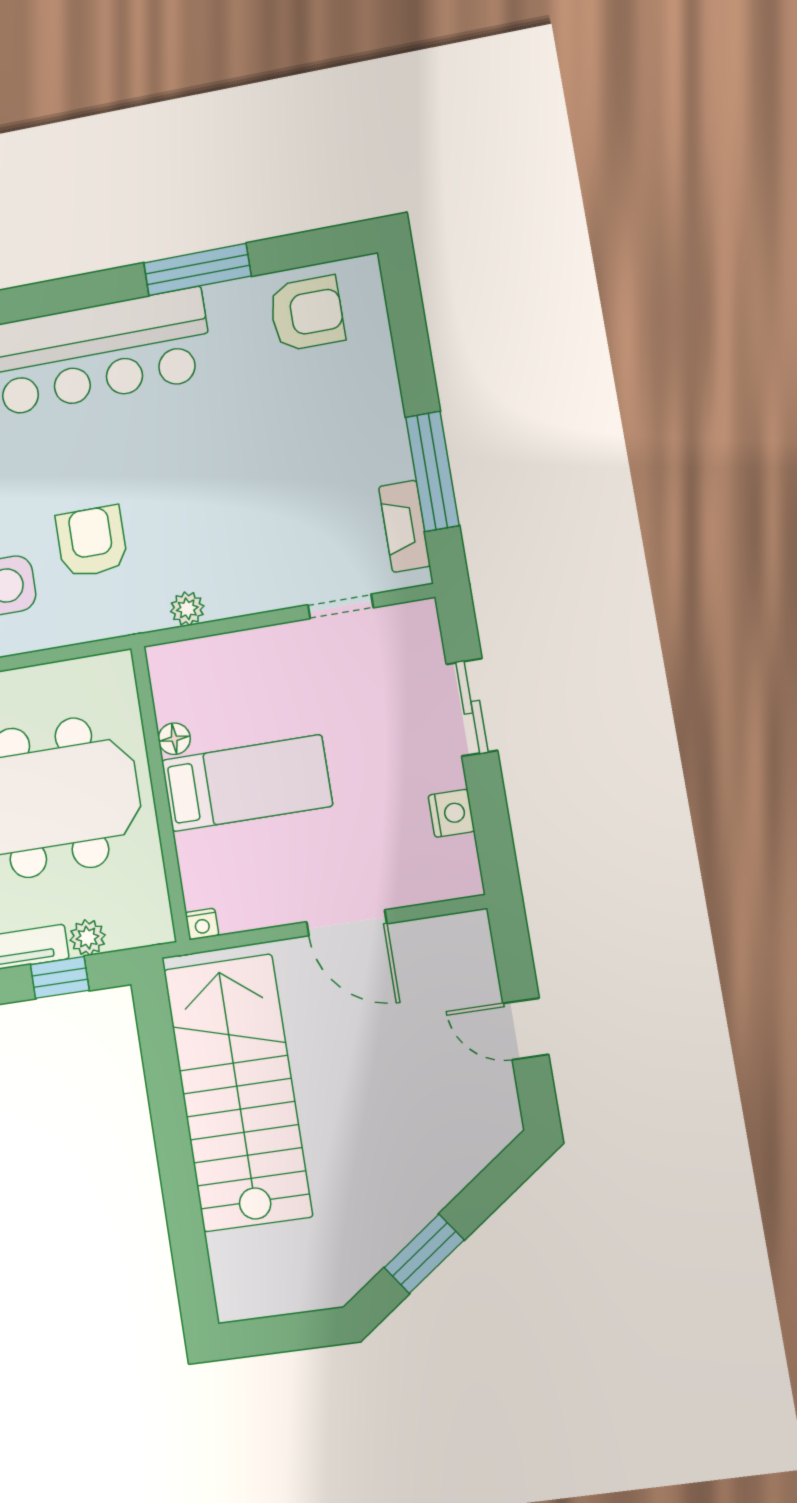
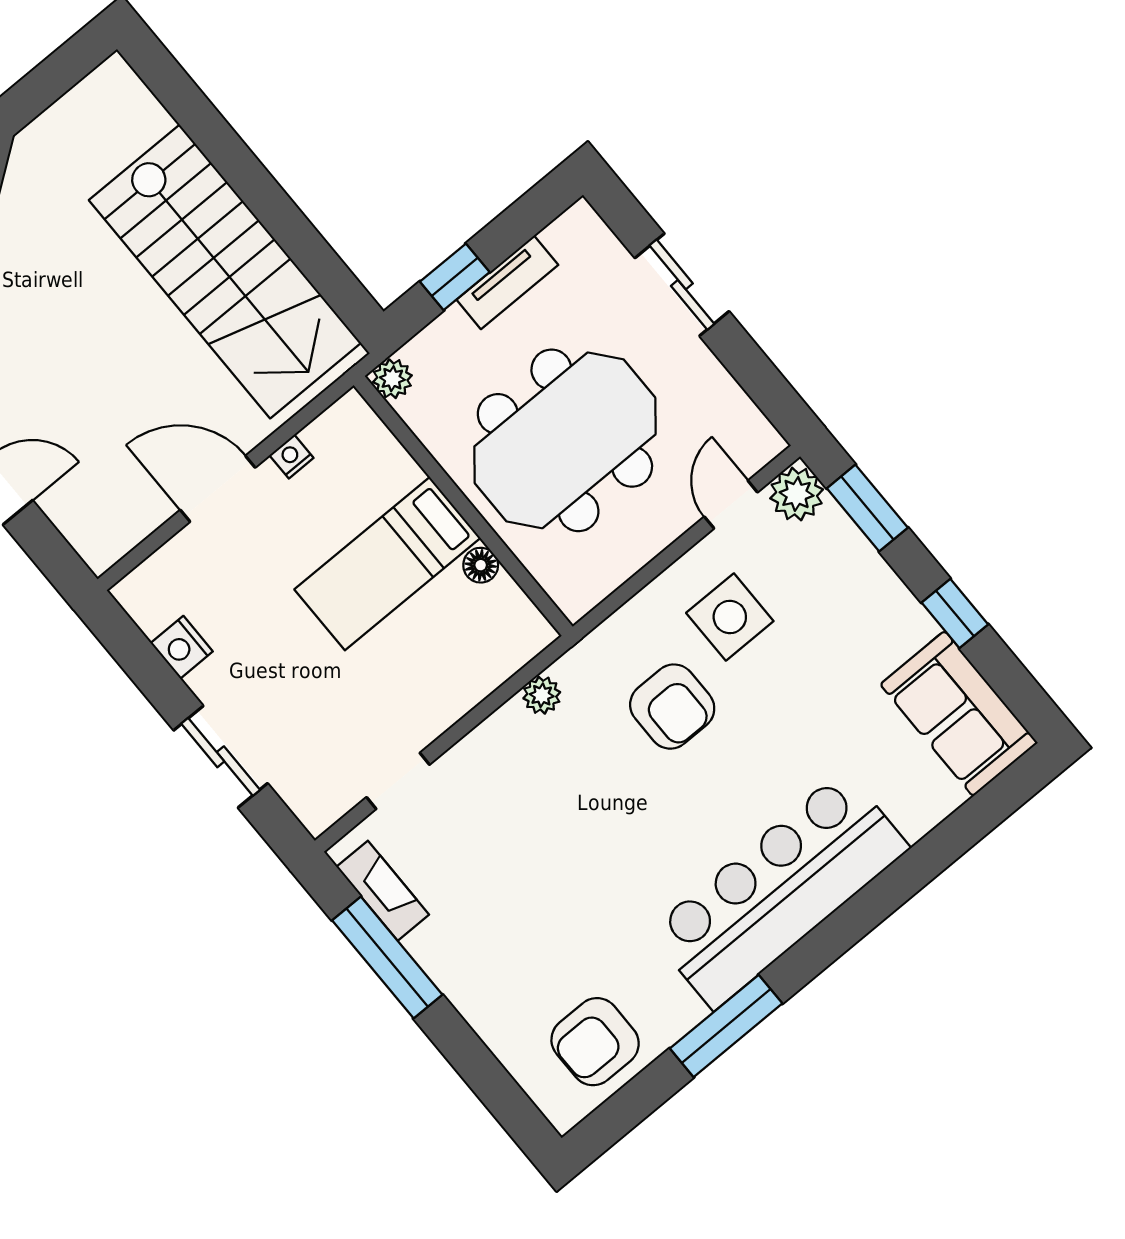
nightstand: (202, 924) -> (291, 457), moved
plant: (88, 938) -> (392, 379), moved

